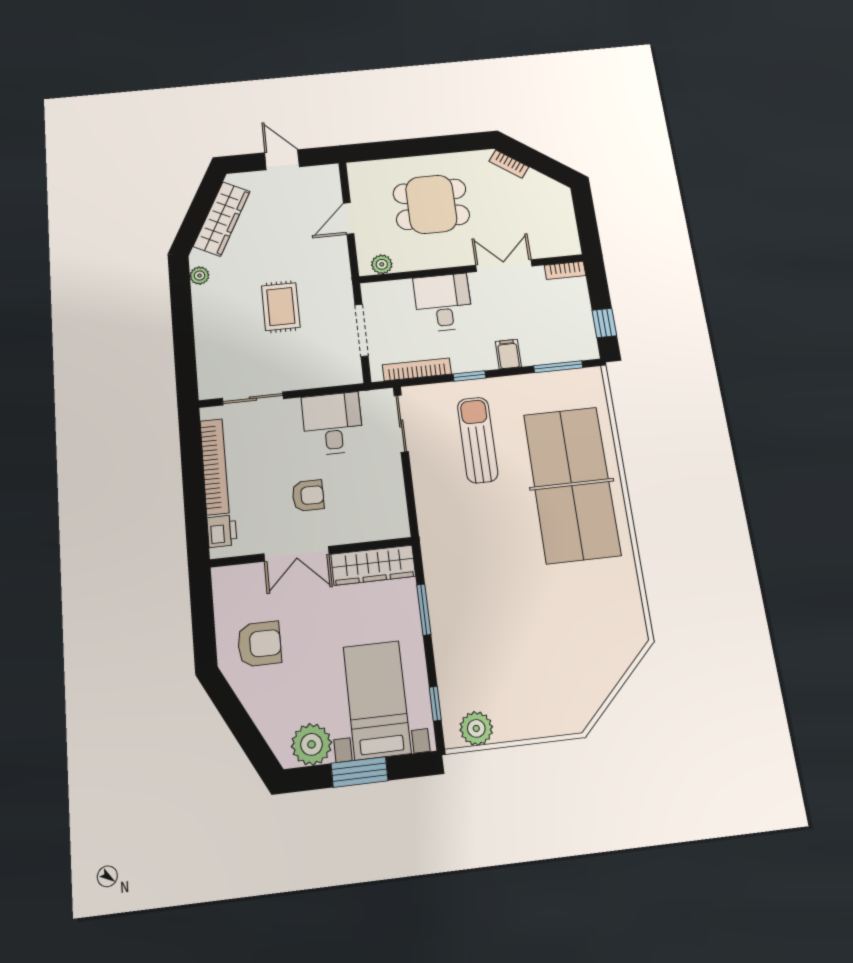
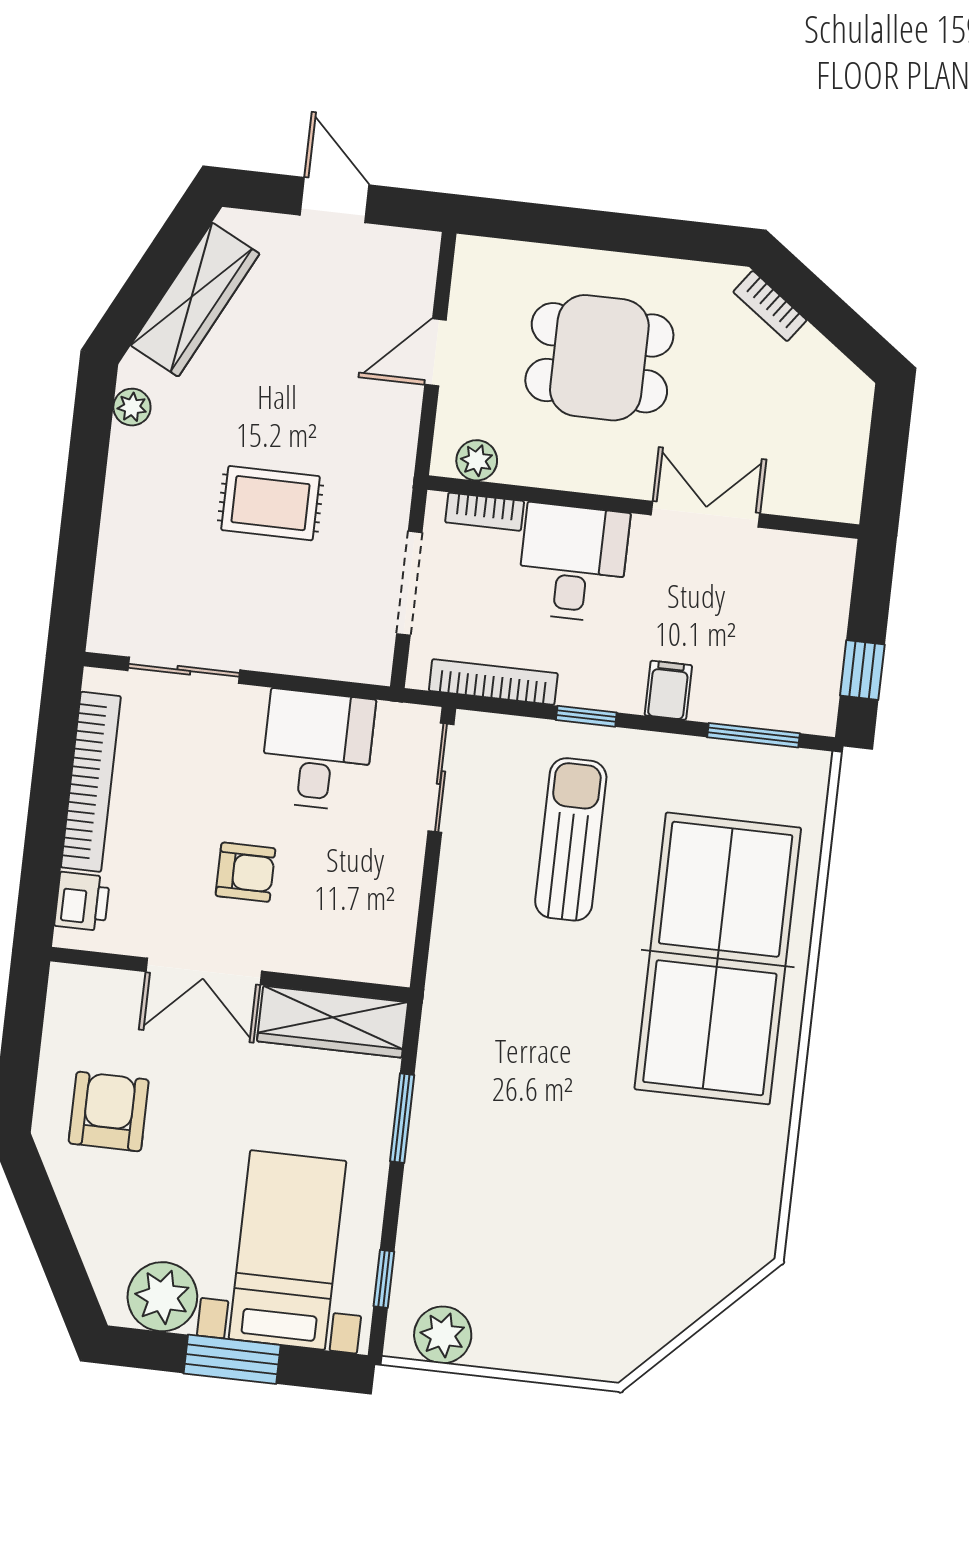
bookcase: (565, 270) -> (485, 512), moved
rug: (281, 307) -> (271, 503), turned 90
armchair: (259, 644) -> (109, 1111), turned -90

